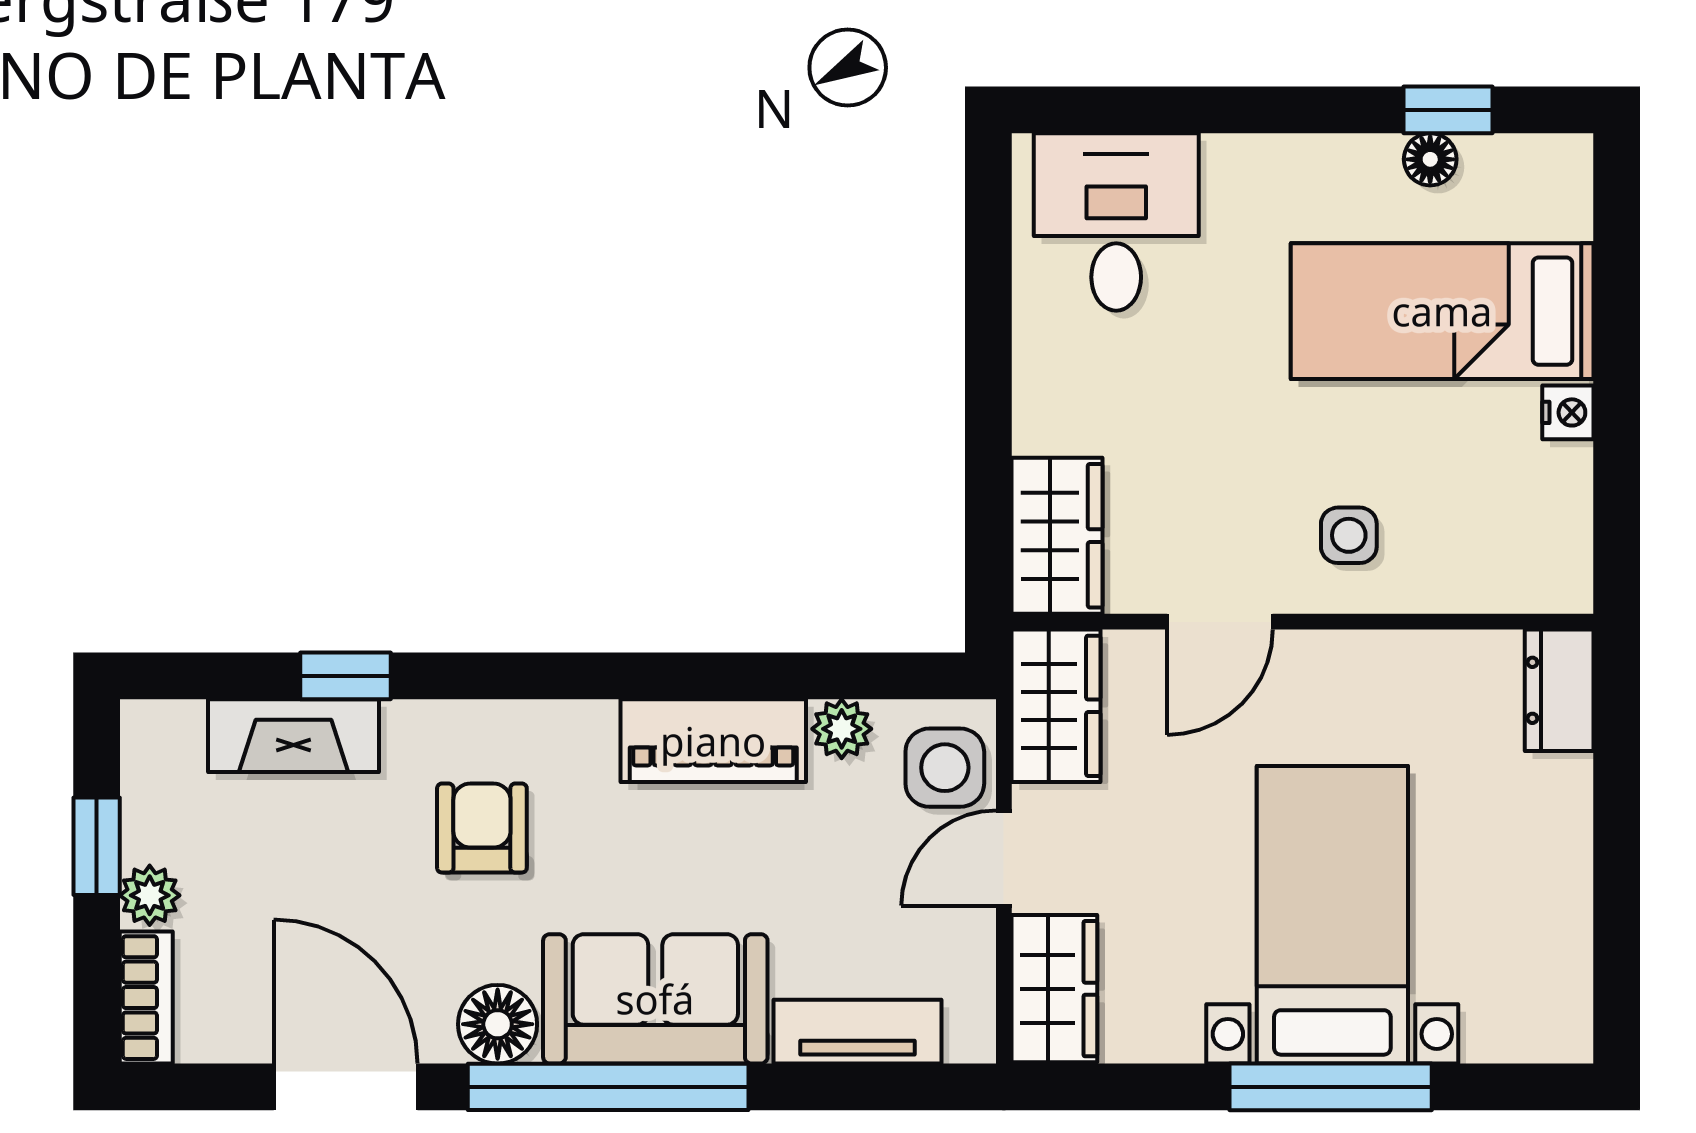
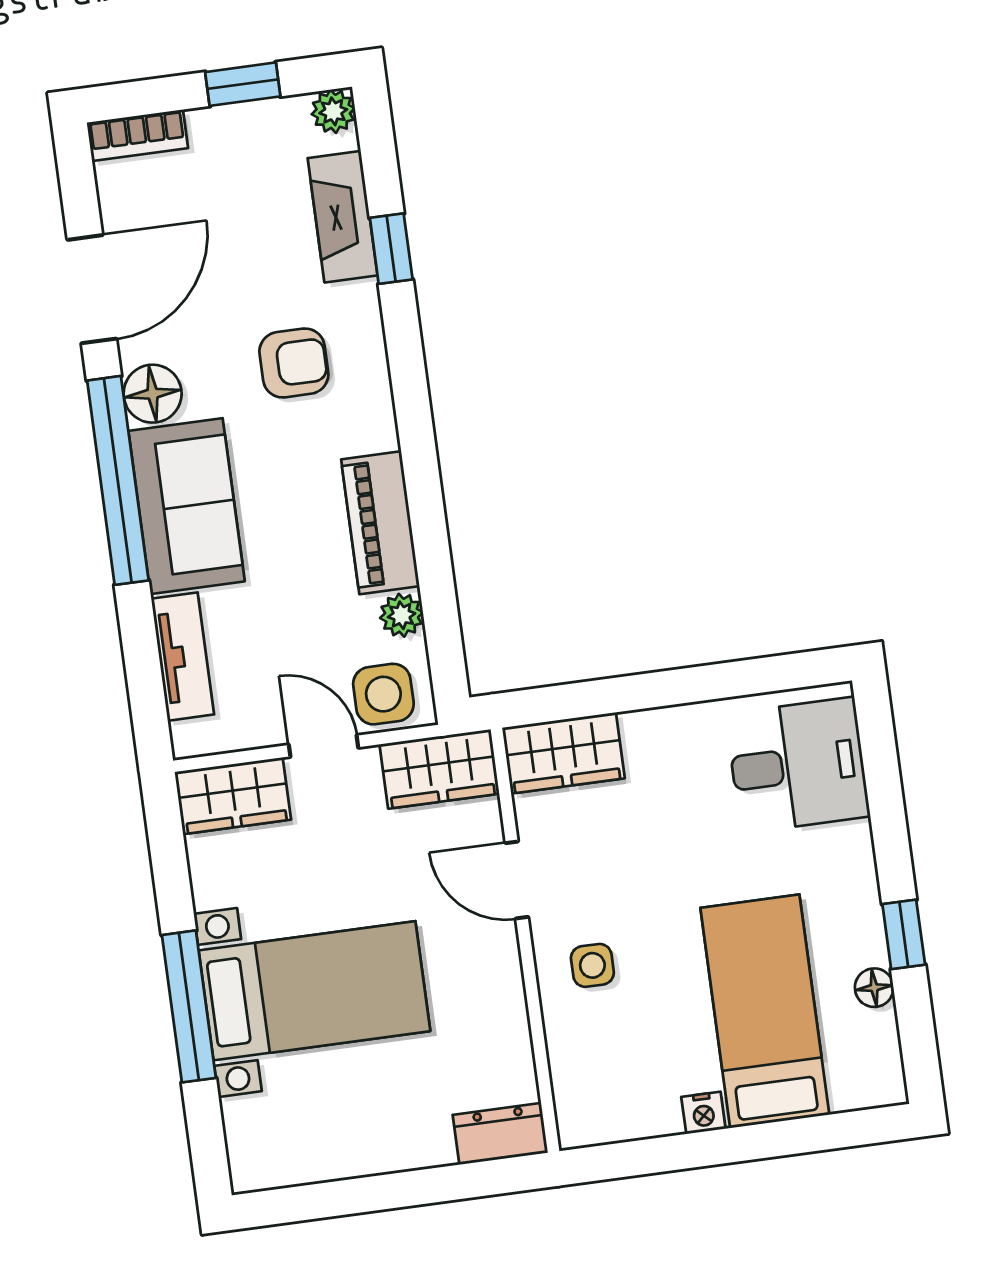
window: (1448, 110) -> (904, 934), moved
plant: (150, 895) -> (333, 111), moved

